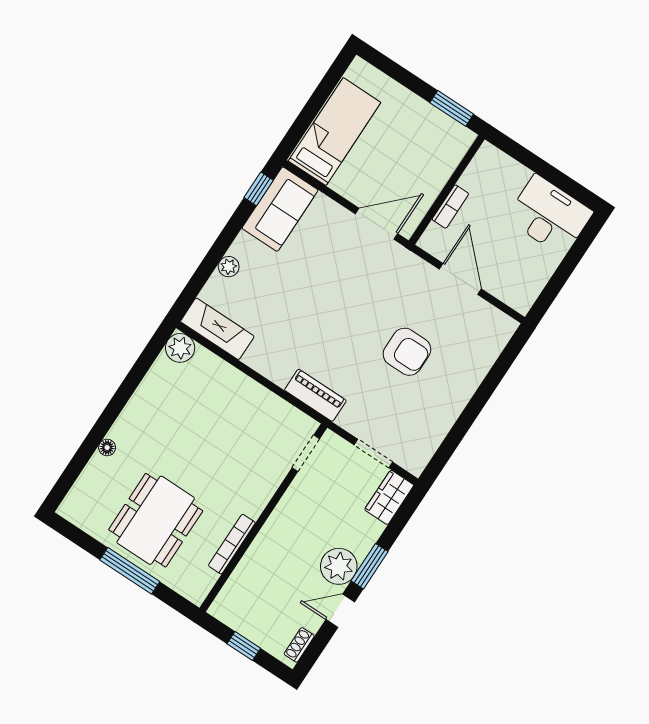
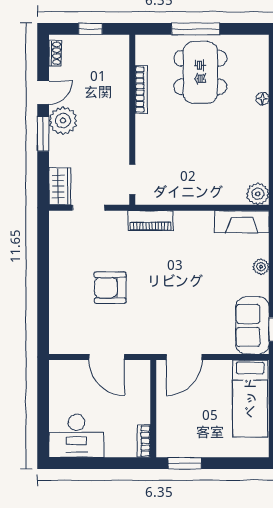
bookcase: (450, 207) -> (144, 441), moved

